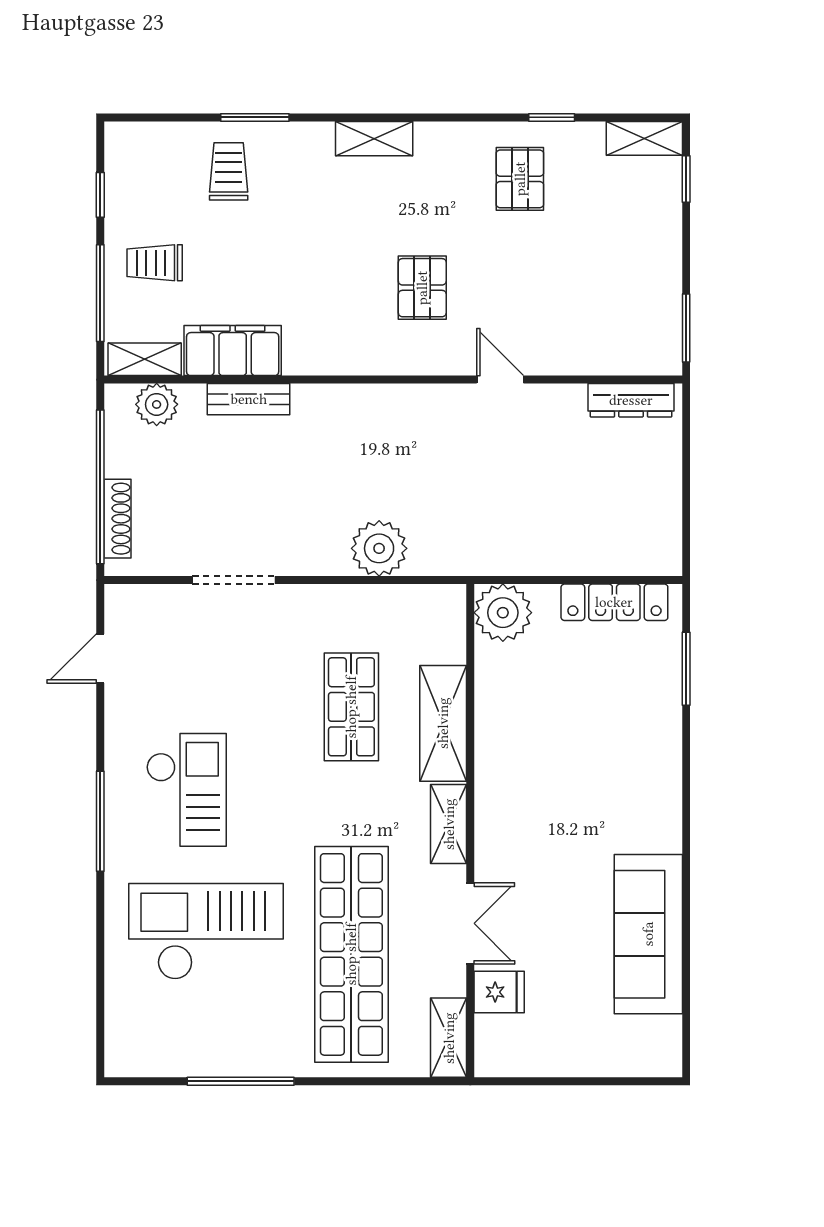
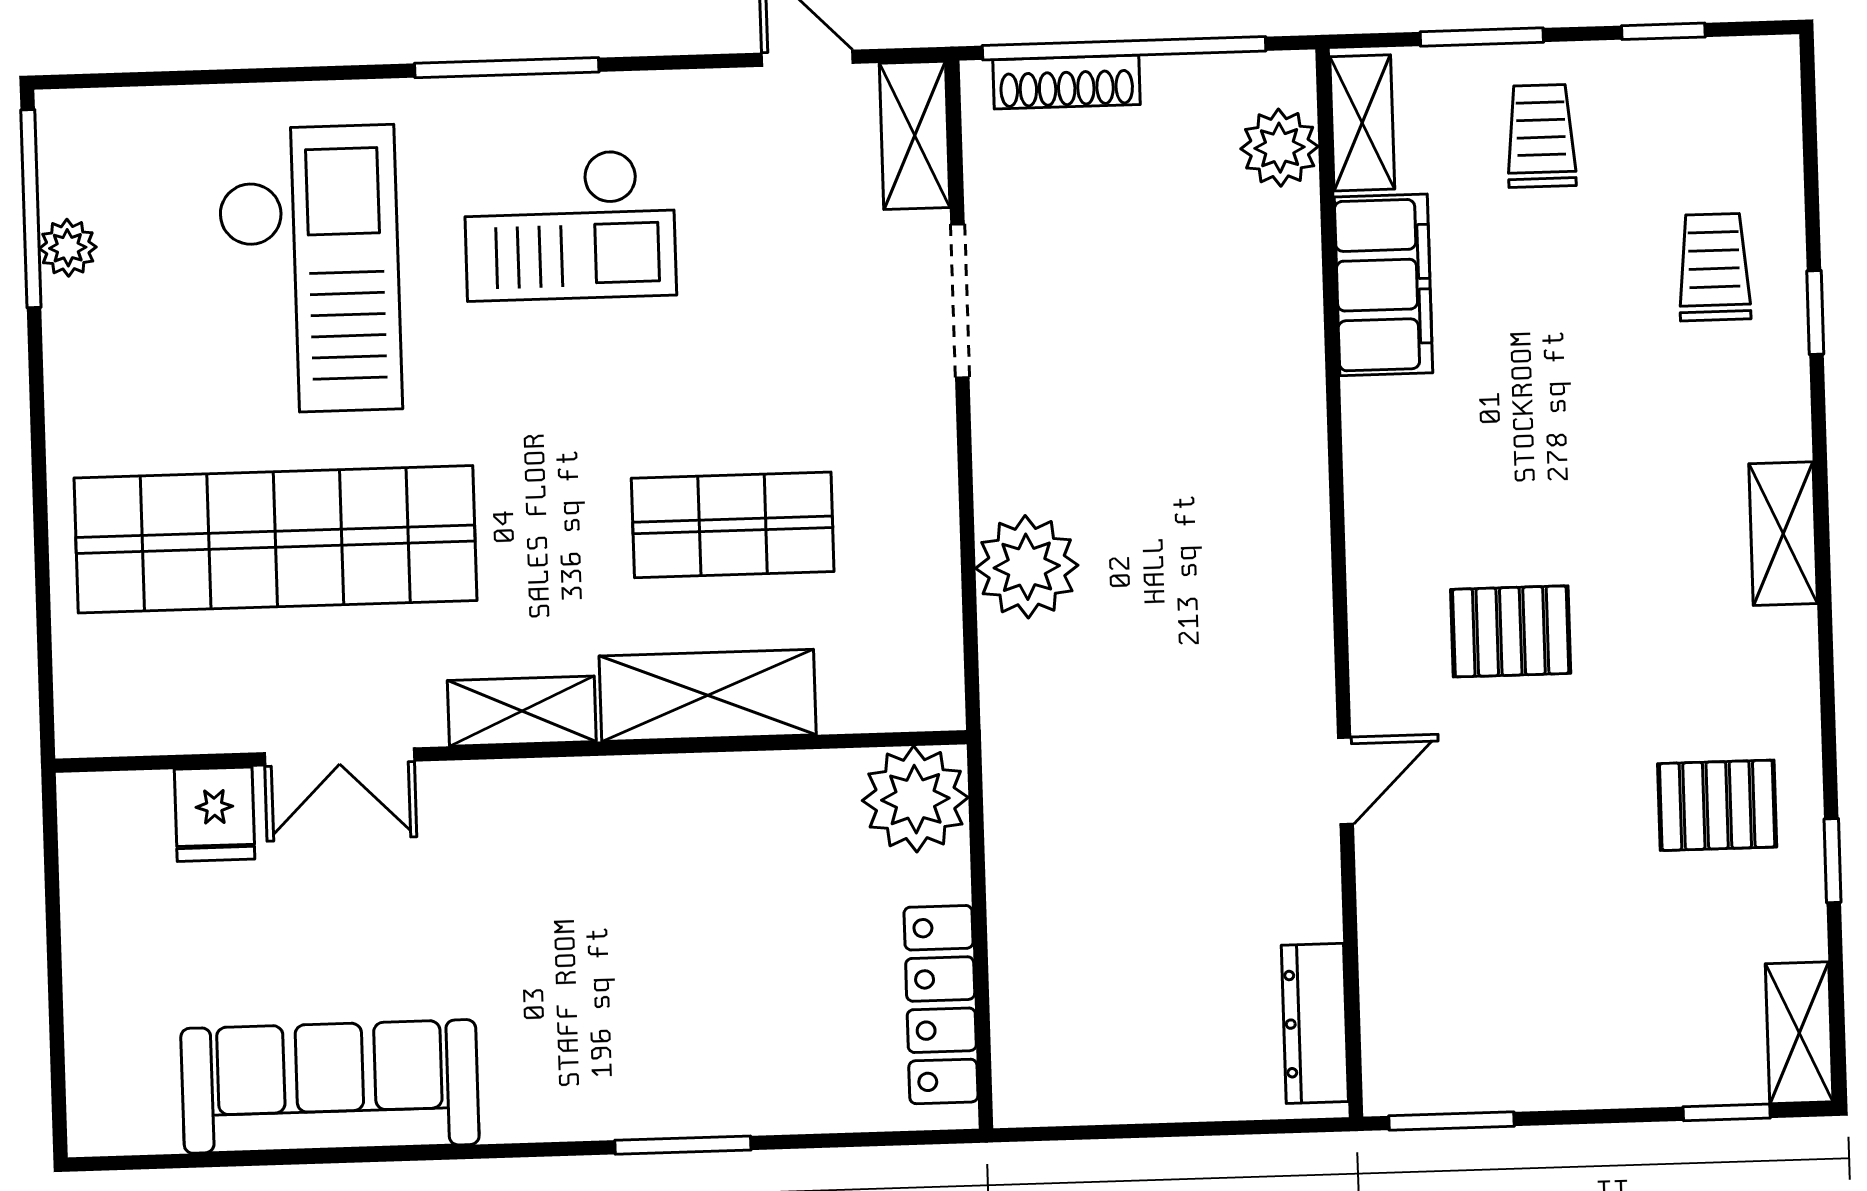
window: (255, 117) -> (1815, 312), width x0.67
trolley: (229, 171) -> (1714, 267), turned -90
window: (100, 293) -> (1482, 37), width x0.69
bench: (249, 399) -> (1295, 317), removed
window: (686, 669) -> (683, 1145), moved
shelving: (449, 1038) -> (915, 135), moved, turned 90
plant: (190, 1062) -> (68, 248), added
window: (241, 1081) -> (31, 209), moved

